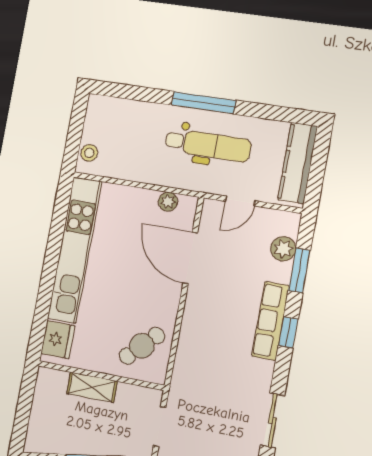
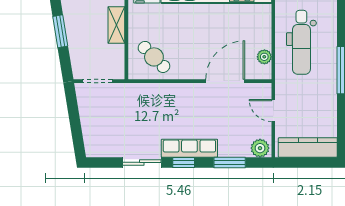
dental chair: (208, 145) -> (301, 42), moved
plant: (283, 249) -> (260, 148), moved
sliding door: (273, 420) -> (142, 162), moved

